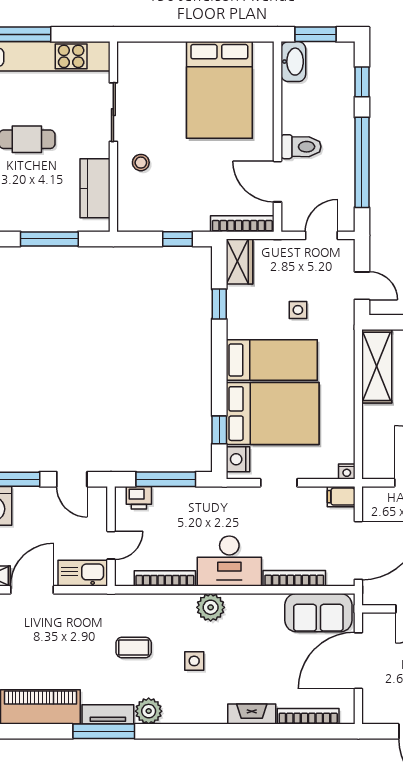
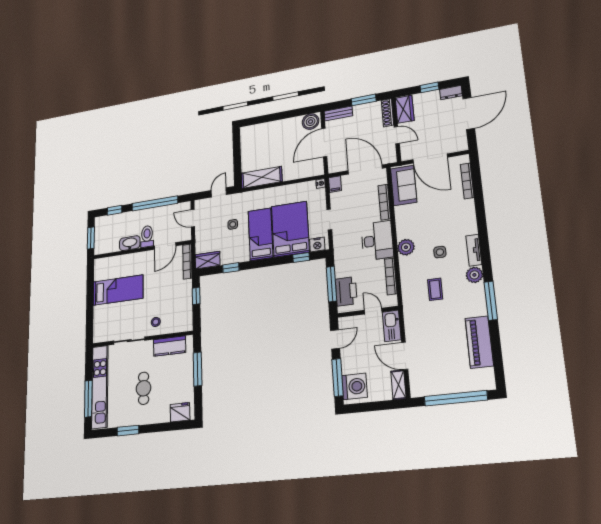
washbasin: (293, 62) -> (130, 243), moved
bed: (219, 90) -> (118, 290), width x0.67
printer: (139, 498) -> (346, 291), width x1.87, depth x1.48
tv unit: (108, 714) -> (474, 250), moved
fireplace: (252, 714) -> (469, 214), removed

